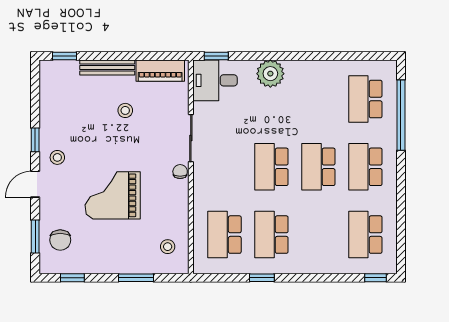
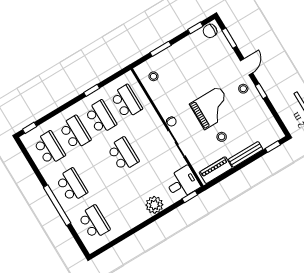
window: (401, 115) -> (57, 205), moved
school desk: (318, 167) -> (75, 133), moved
grand piano: (113, 195) -> (212, 108), moved
chair: (60, 240) -> (210, 31), moved, turned -90

